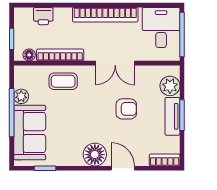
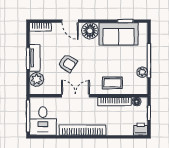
printer: (43, 16) -> (141, 129), moved
armchair: (126, 109) -> (68, 63), turned -148
sofa: (30, 133) -> (119, 34), moved, turned -90

